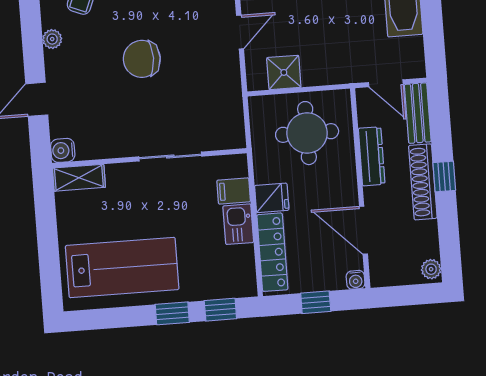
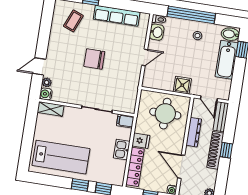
plant: (52, 39) -> (47, 82), moved
shower: (284, 72) -> (182, 85), moved
filing cabinet: (234, 191) -> (125, 121), moved

